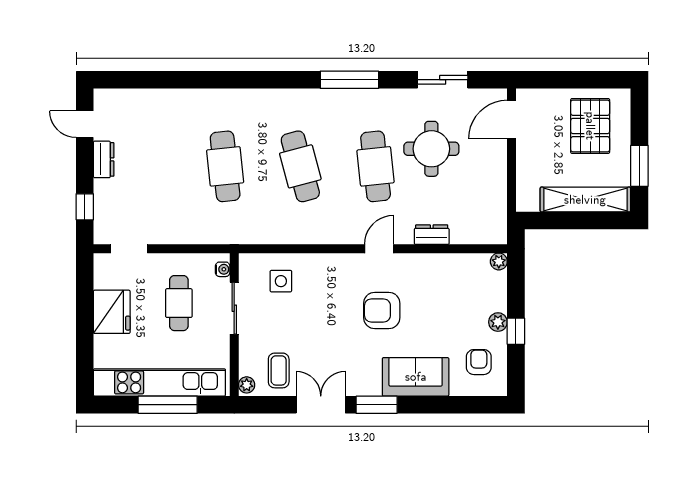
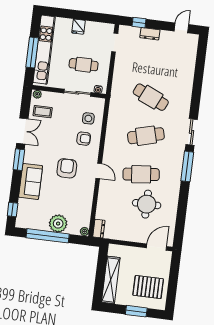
sliding door: (443, 80) -> (192, 132), moved
door: (512, 120) -> (157, 247), hinge flipped
dresser: (104, 159) -> (150, 34), moved
cafe table: (225, 166) -> (151, 97), turned 30
window: (639, 166) -> (136, 311), moved
dresser: (432, 235) -> (99, 229), moved
fridge: (112, 312) -> (78, 27), width x0.53, depth x0.75
plant: (498, 322) -> (58, 224), width x1.88, depth x1.88
window: (516, 331) -> (48, 236), width x3.17
armchair: (479, 362) -> (84, 139), moved
window: (474, 405) -> (13, 210), added

